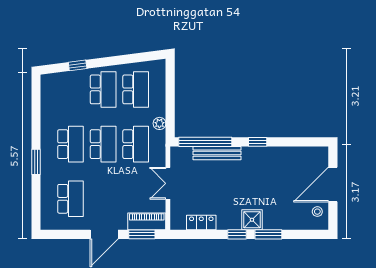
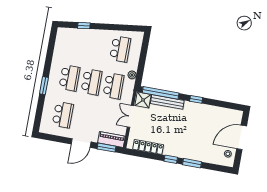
school desk: (103, 89) -> (98, 45), removed
shower: (252, 220) -> (143, 100), moved
locker: (201, 223) -> (148, 147), width x1.53

